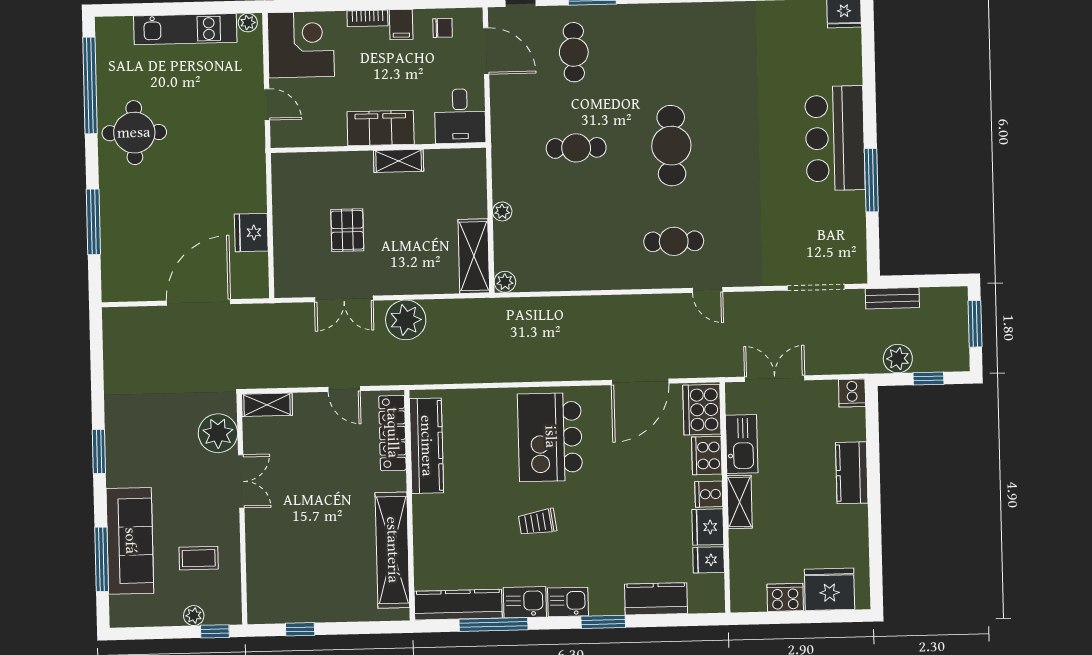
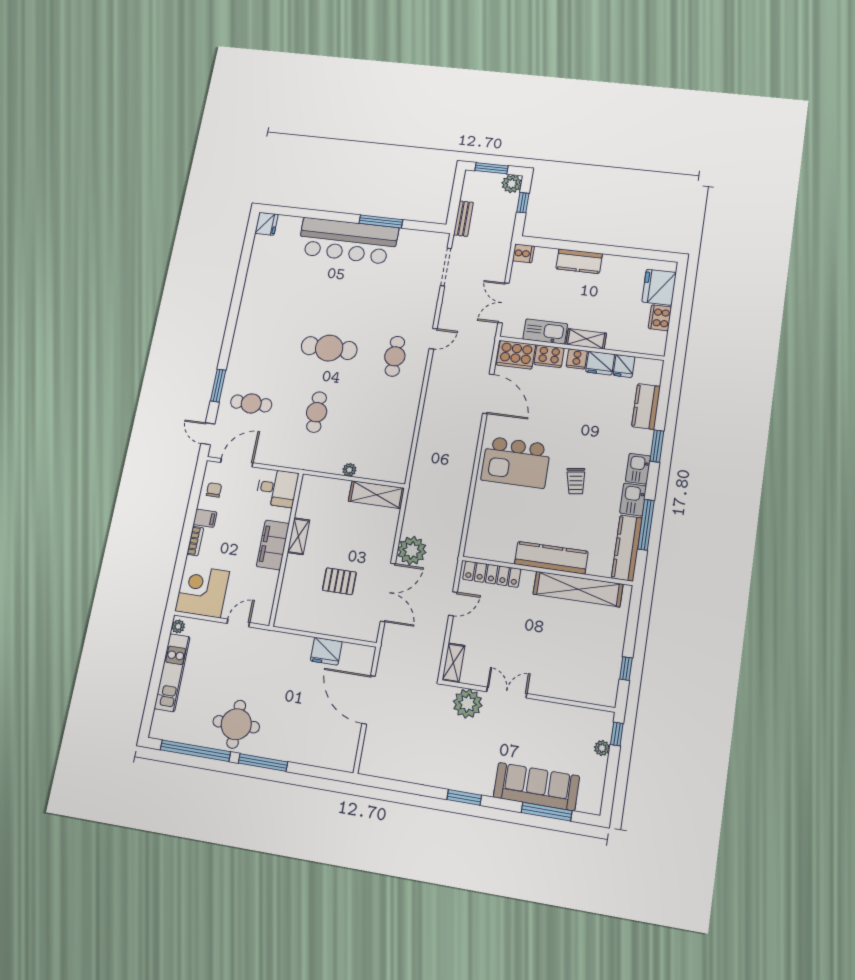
bar counter: (835, 138) -> (348, 241), width x1.36
window: (93, 222) -> (263, 762), moved
plant: (505, 282) -> (399, 476), removed
double door: (344, 299) -> (388, 592), width x1.37
plant: (898, 359) -> (512, 184), moved
kitchen counter: (426, 446) -> (551, 558), moved
coffee table: (199, 558) -> (559, 736), removed

